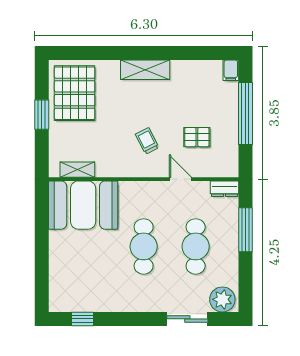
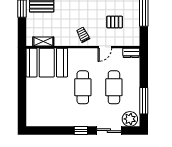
trolley: (147, 141) -> (83, 35), moved
door: (180, 179) -> (105, 47), swing flipped
window: (245, 230) -> (144, 101), moved
window: (82, 319) -> (81, 131), moved

